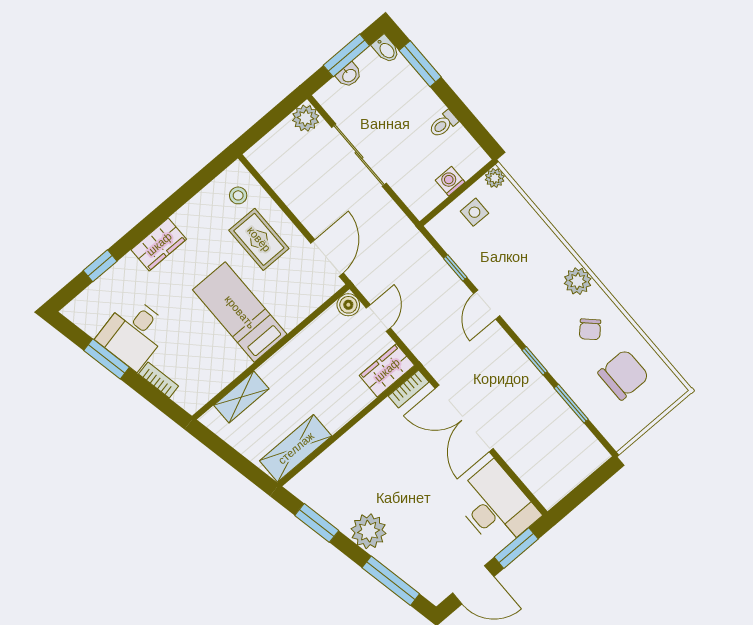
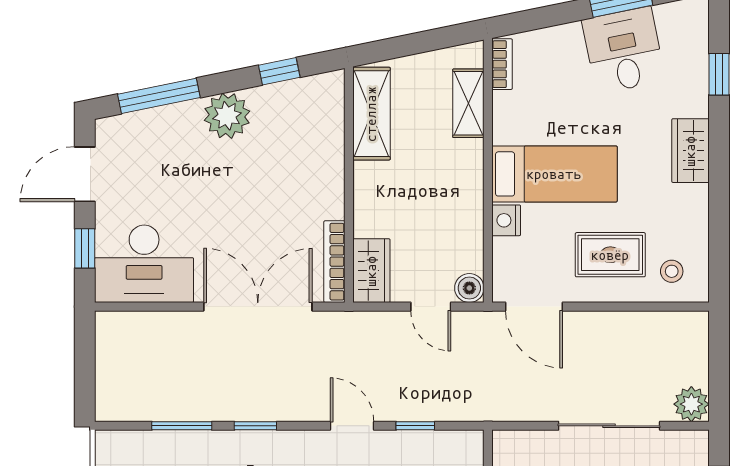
nightstand: (291, 317) -> (506, 220), added
bookcase: (159, 380) -> (502, 64), moved, turned -78
bookcase: (409, 389) -> (334, 262), width x1.56
window: (317, 523) -> (279, 71), width x0.67
window: (516, 548) -> (85, 248), width x0.67

